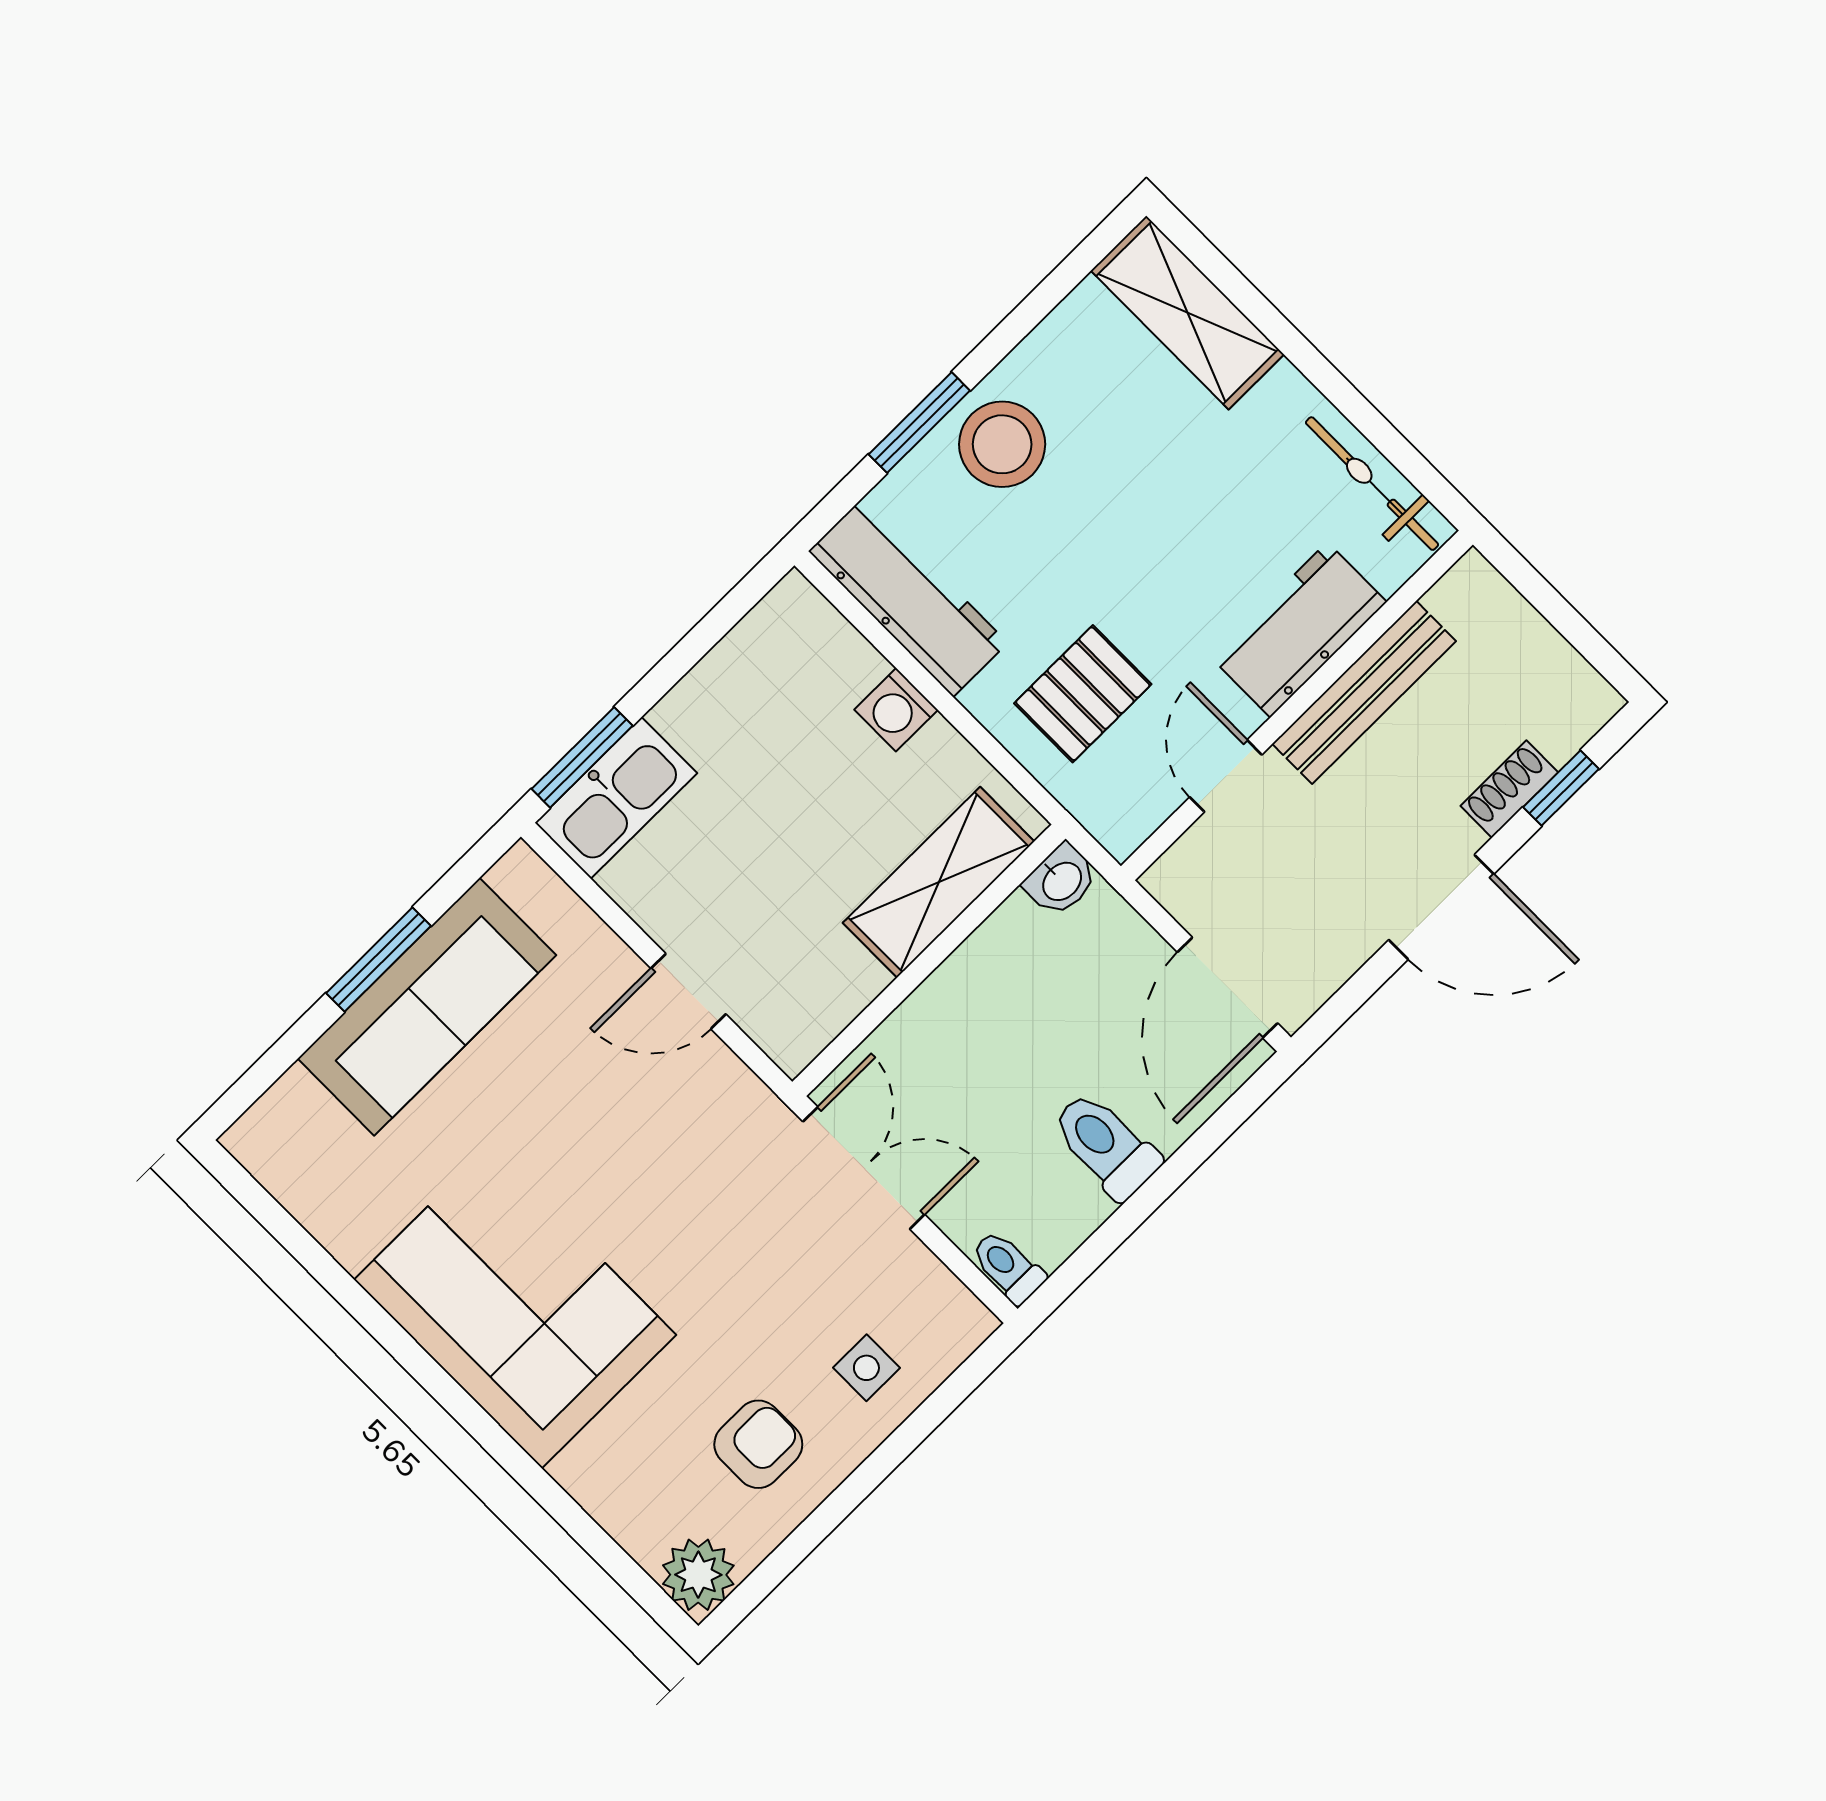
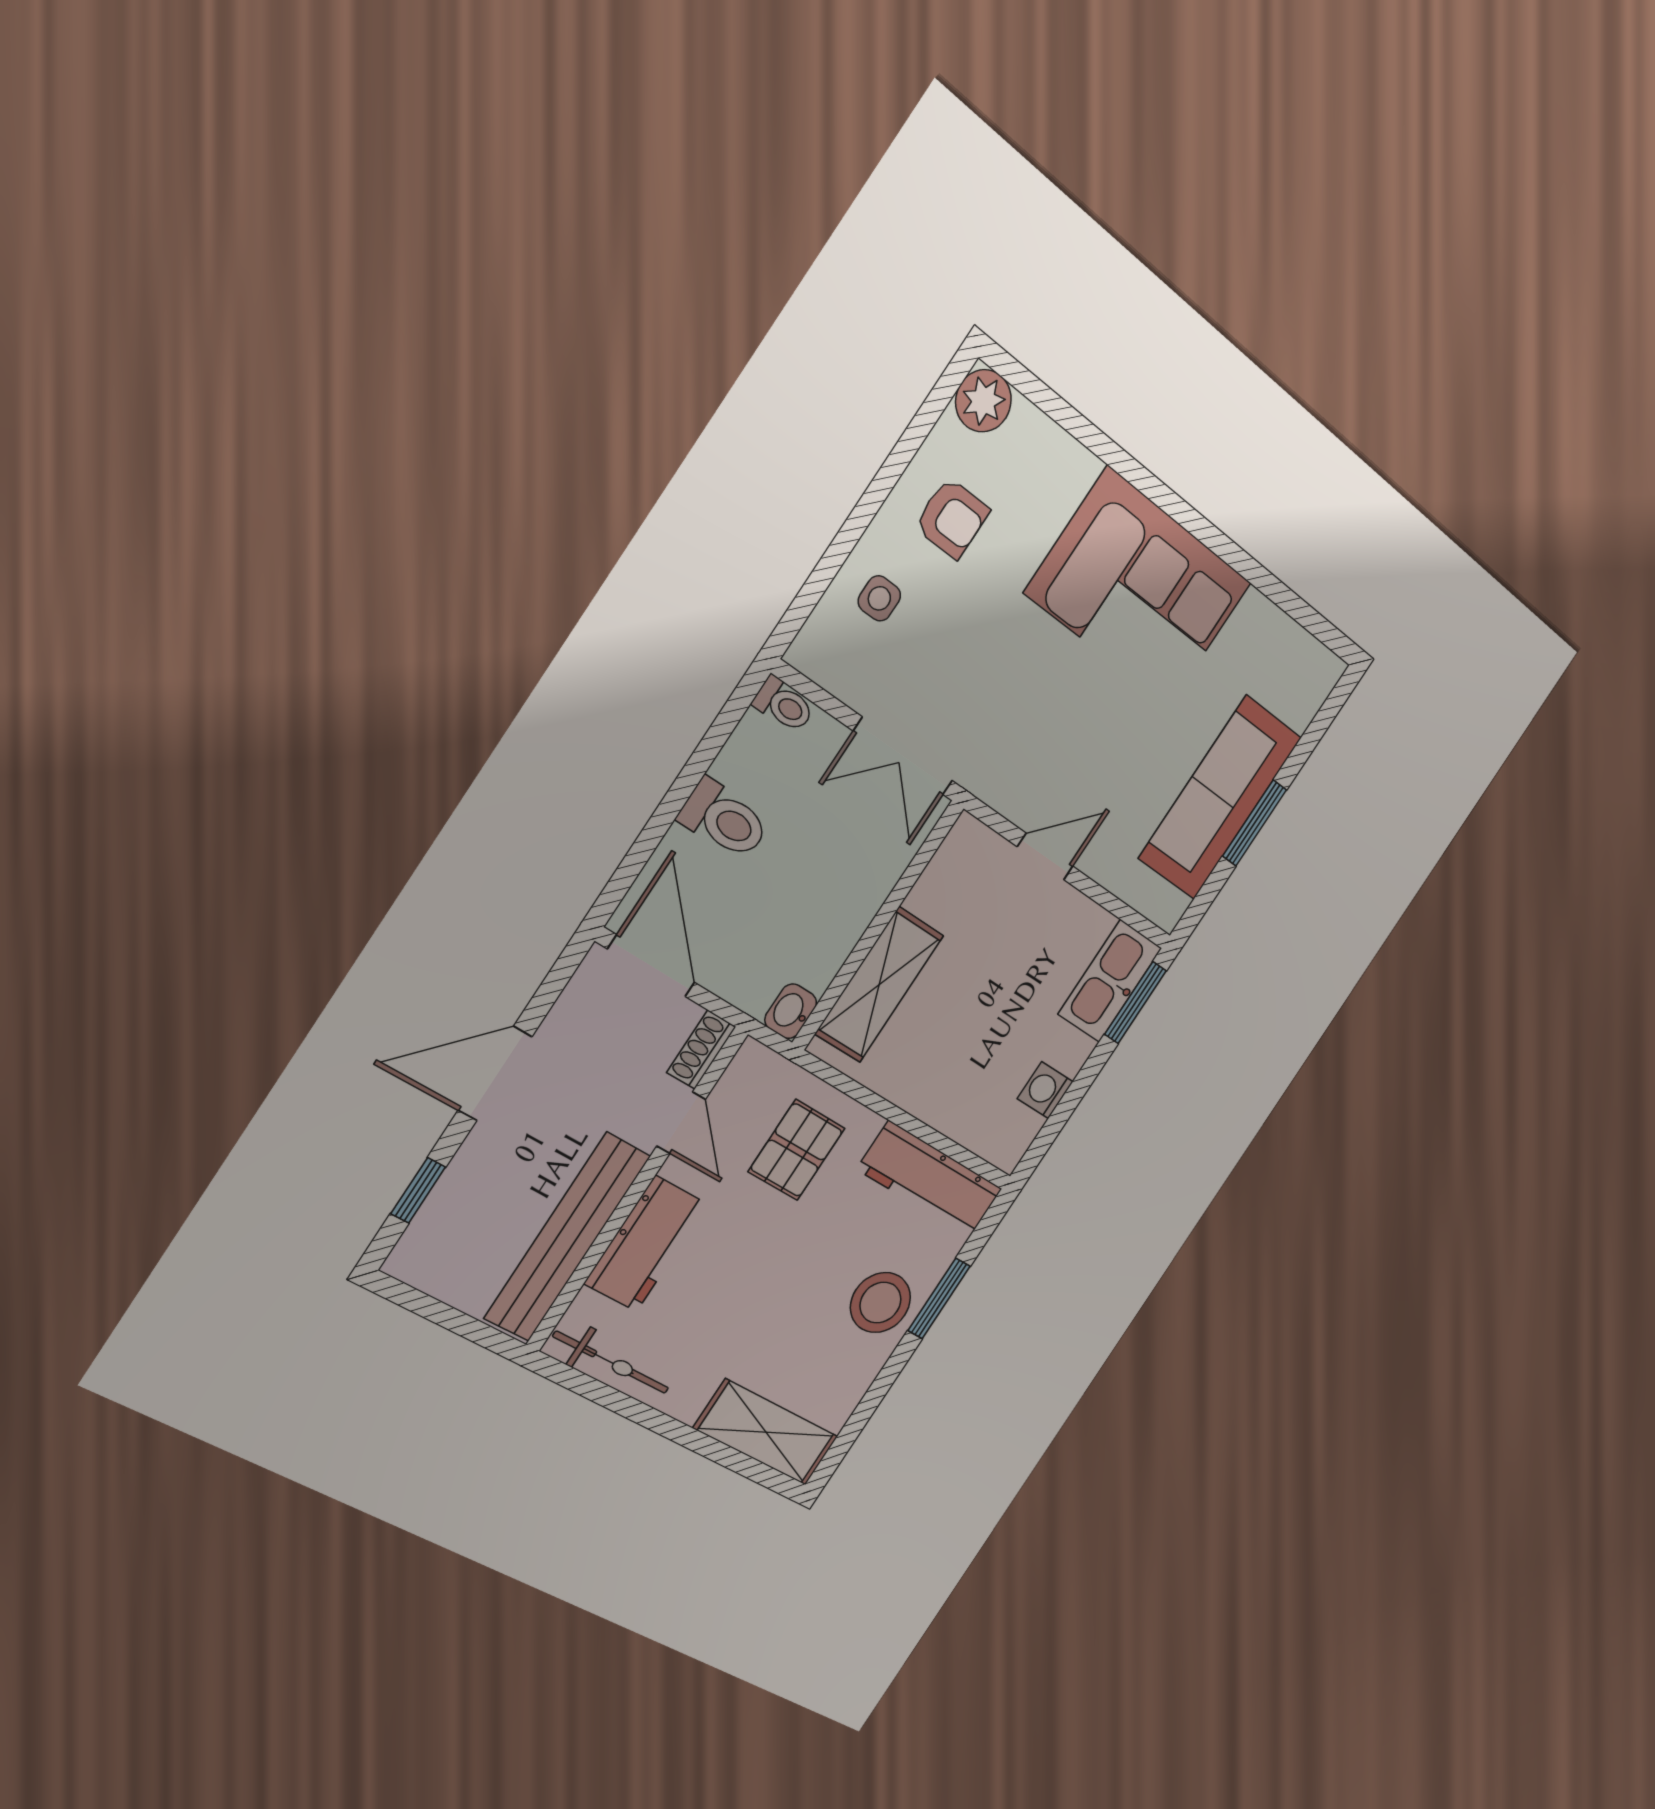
bench: (1364, 692) -> (567, 1237), width x1.37, depth x1.21
washing machine: (896, 710) -> (1045, 1090), moved, turned -90
shoe rack: (1509, 789) -> (701, 1050), moved, turned 180
armchair: (758, 1444) -> (952, 518), turned -90

